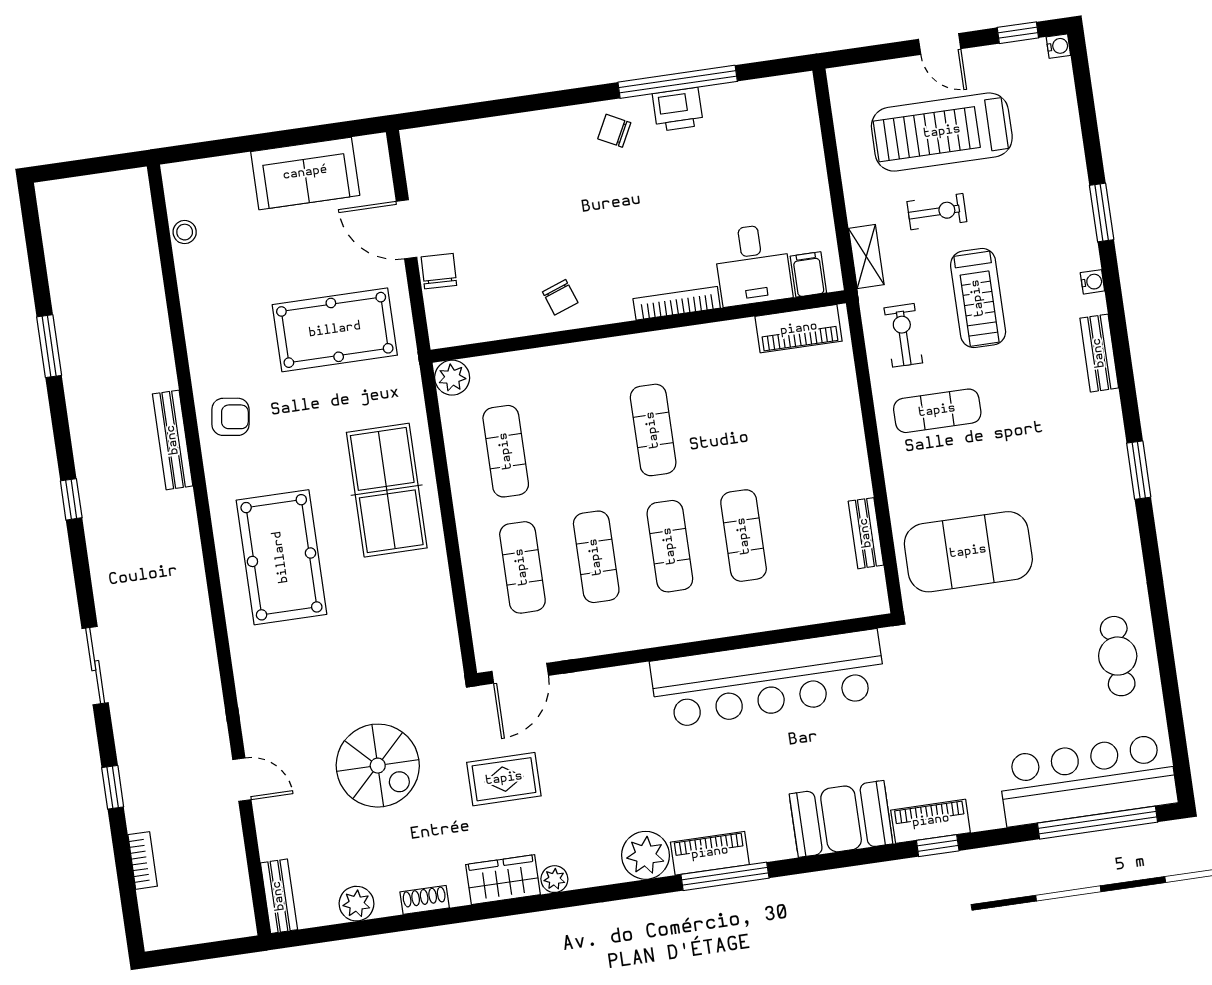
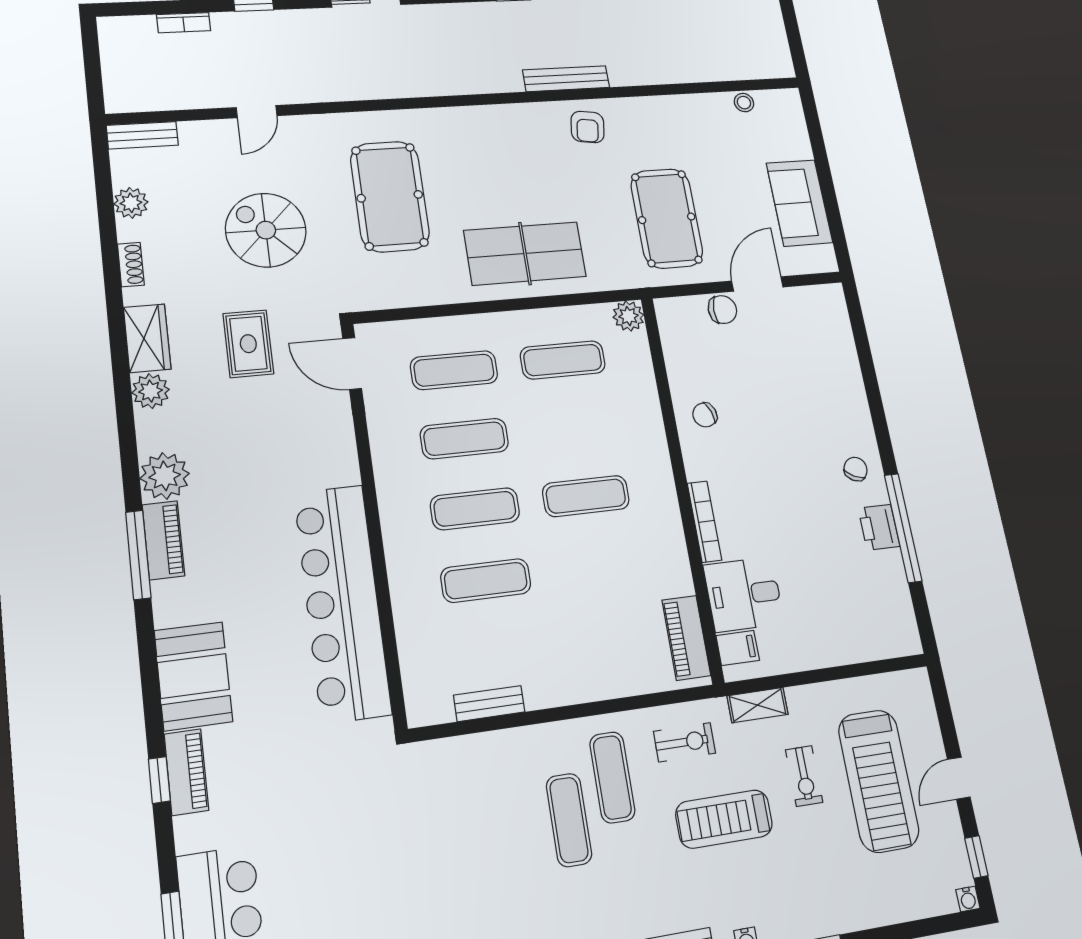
treadmill: (942, 132) -> (879, 781), turned 180
exercise mat: (968, 552) -> (569, 820), moved, width x0.50, depth x0.69
pool table: (281, 557) -> (390, 196), moved, turned 90
spiral stairs: (378, 766) -> (266, 230), turned 90
plant: (554, 879) -> (151, 391), width x1.38, depth x1.38

